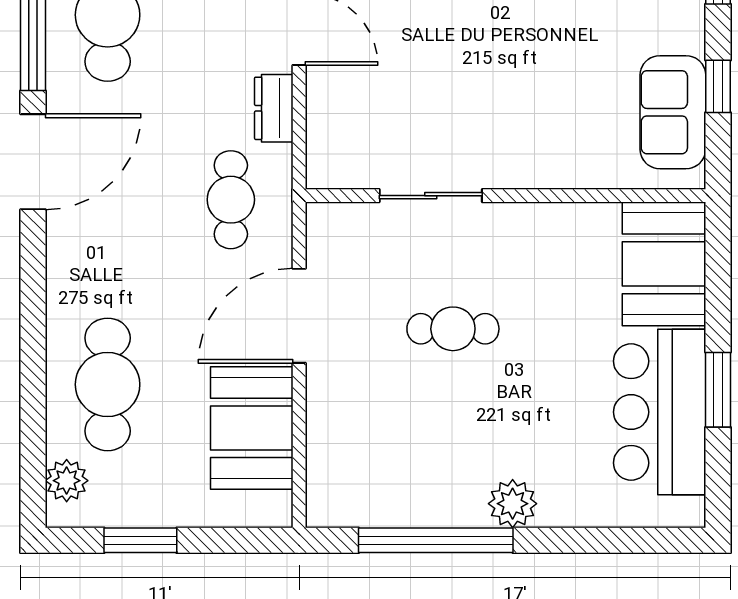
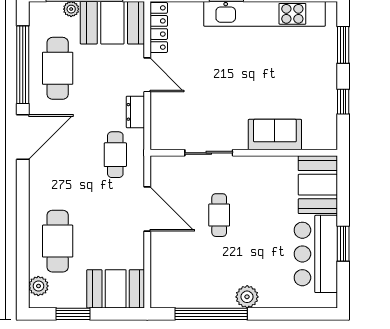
sofa: (673, 112) -> (275, 135), moved, turned 90
door: (299, 316) -> (147, 209), swing flipped
cafe table: (453, 329) -> (219, 215), turned 90
booth: (252, 428) -> (116, 289), moved, turned 90

